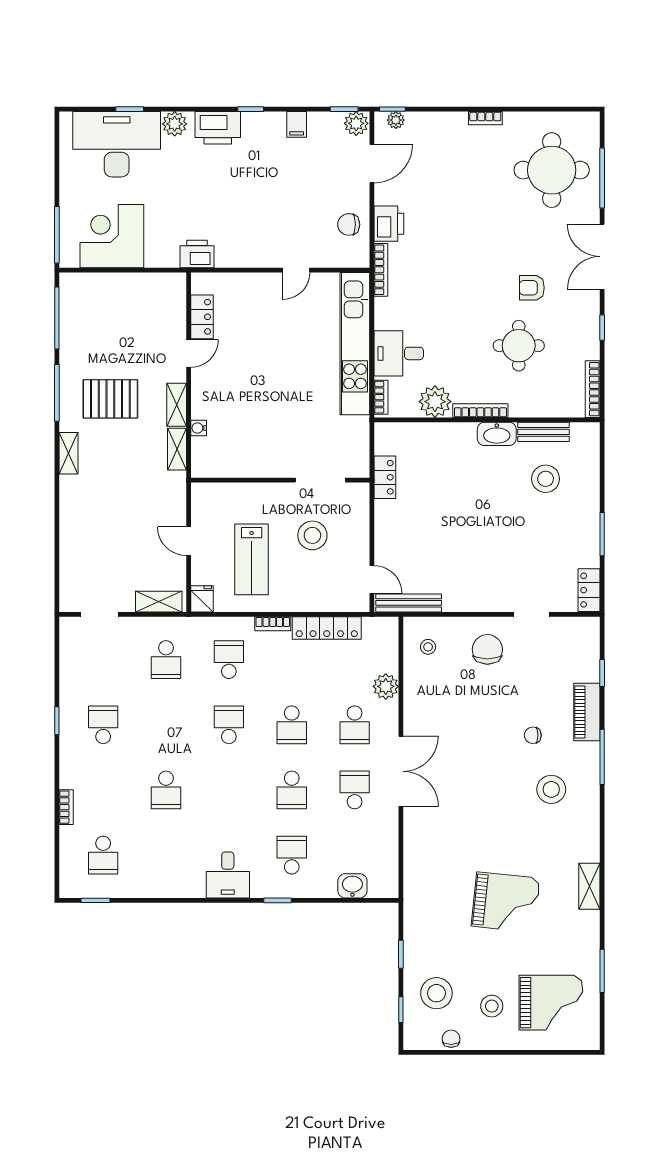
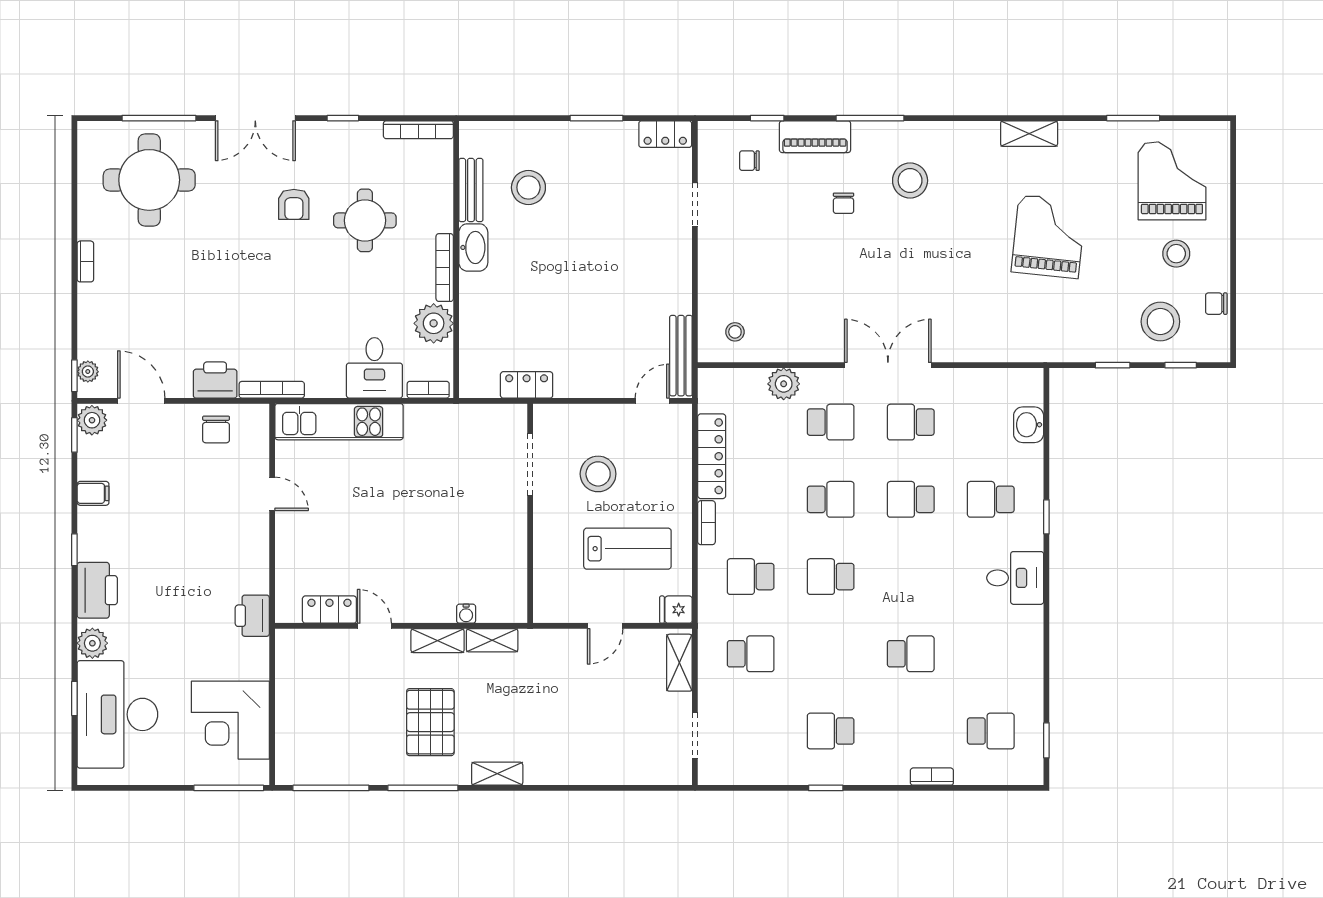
kitchen unit: (355, 344) -> (339, 422), width x0.73
chair: (487, 649) -> (749, 161), moved, width x0.54, depth x0.54
school desk: (292, 790) -> (911, 499), turned 180

